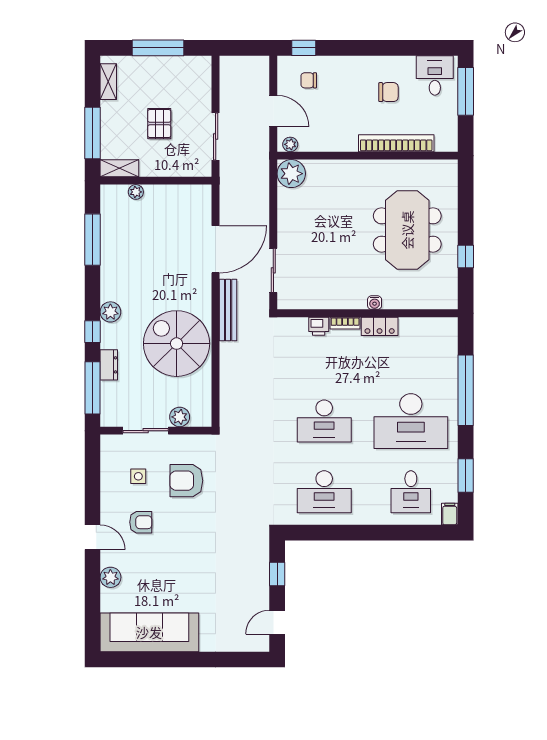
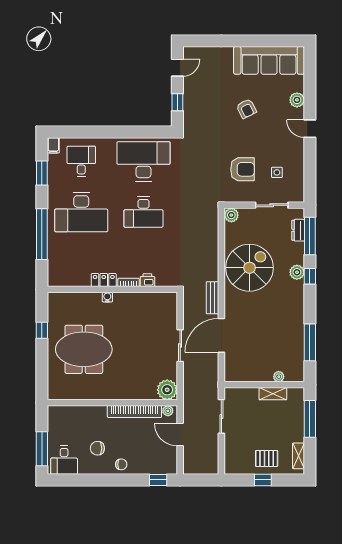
window: (158, 48) -> (263, 480), width x0.46
chair: (309, 80) -> (121, 464), moved
pallet: (159, 124) -> (267, 458), moved, turned 90
bookcase: (396, 143) -> (134, 412), moved
shelving: (119, 168) -> (273, 394), moved
meeting table: (407, 230) -> (84, 349), turned 90
sliding door: (273, 270) -> (180, 346), moved
bench: (228, 310) -> (213, 298), width x0.73
plant: (110, 312) -> (297, 272), moved
spiral stairs: (177, 344) -> (249, 268), turned -90
dresser: (109, 365) -> (298, 230), moved
plant: (180, 417) -> (231, 215), moved
desk: (324, 421) -> (143, 212), turned 180
desk: (411, 421) -> (81, 212), turned 180
desk: (324, 492) -> (143, 161), width x1.36, depth x1.30
armchair: (141, 522) -> (246, 109), moved, turned -116

